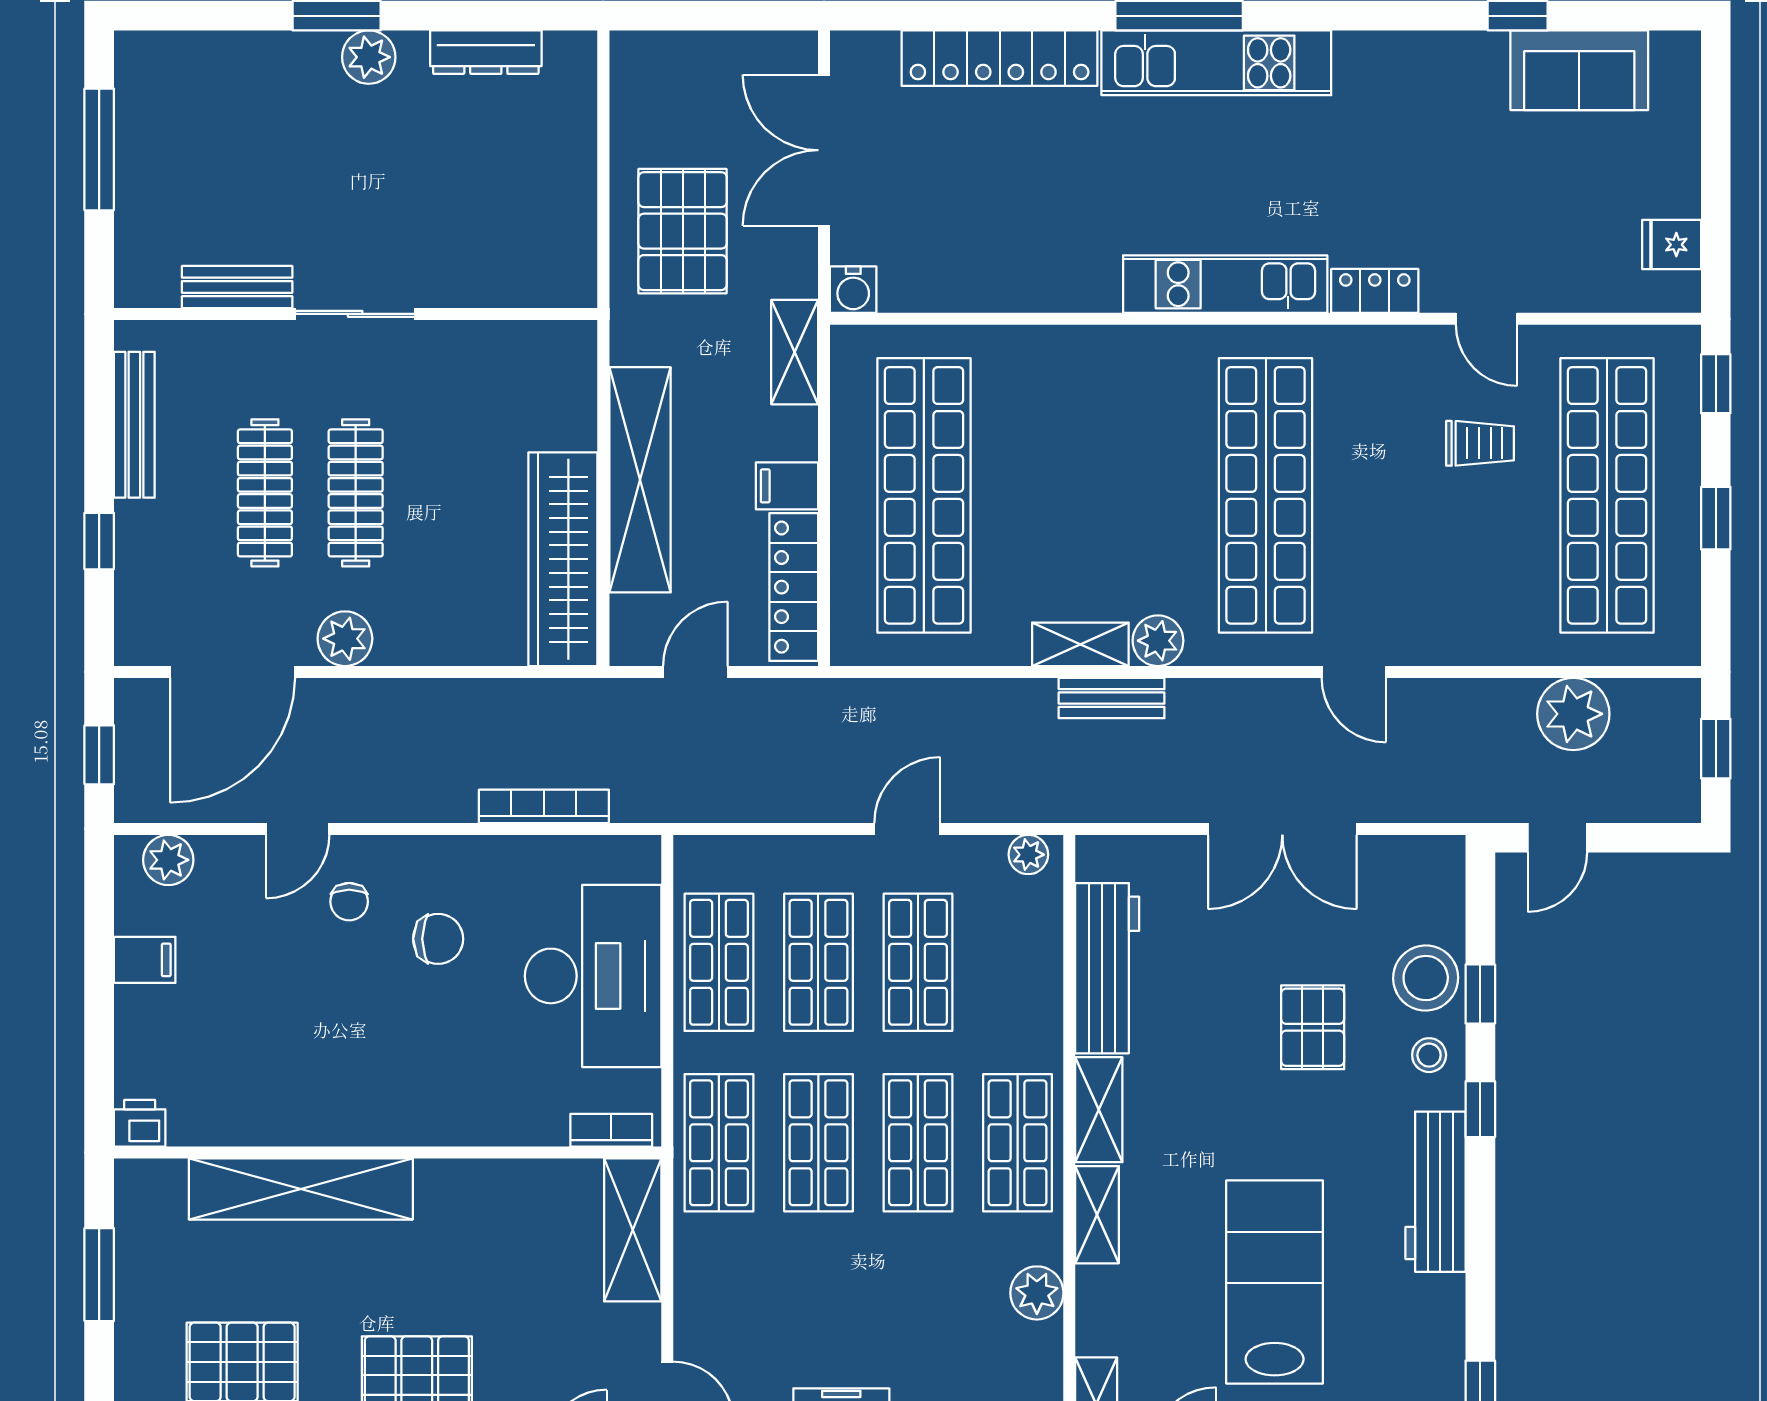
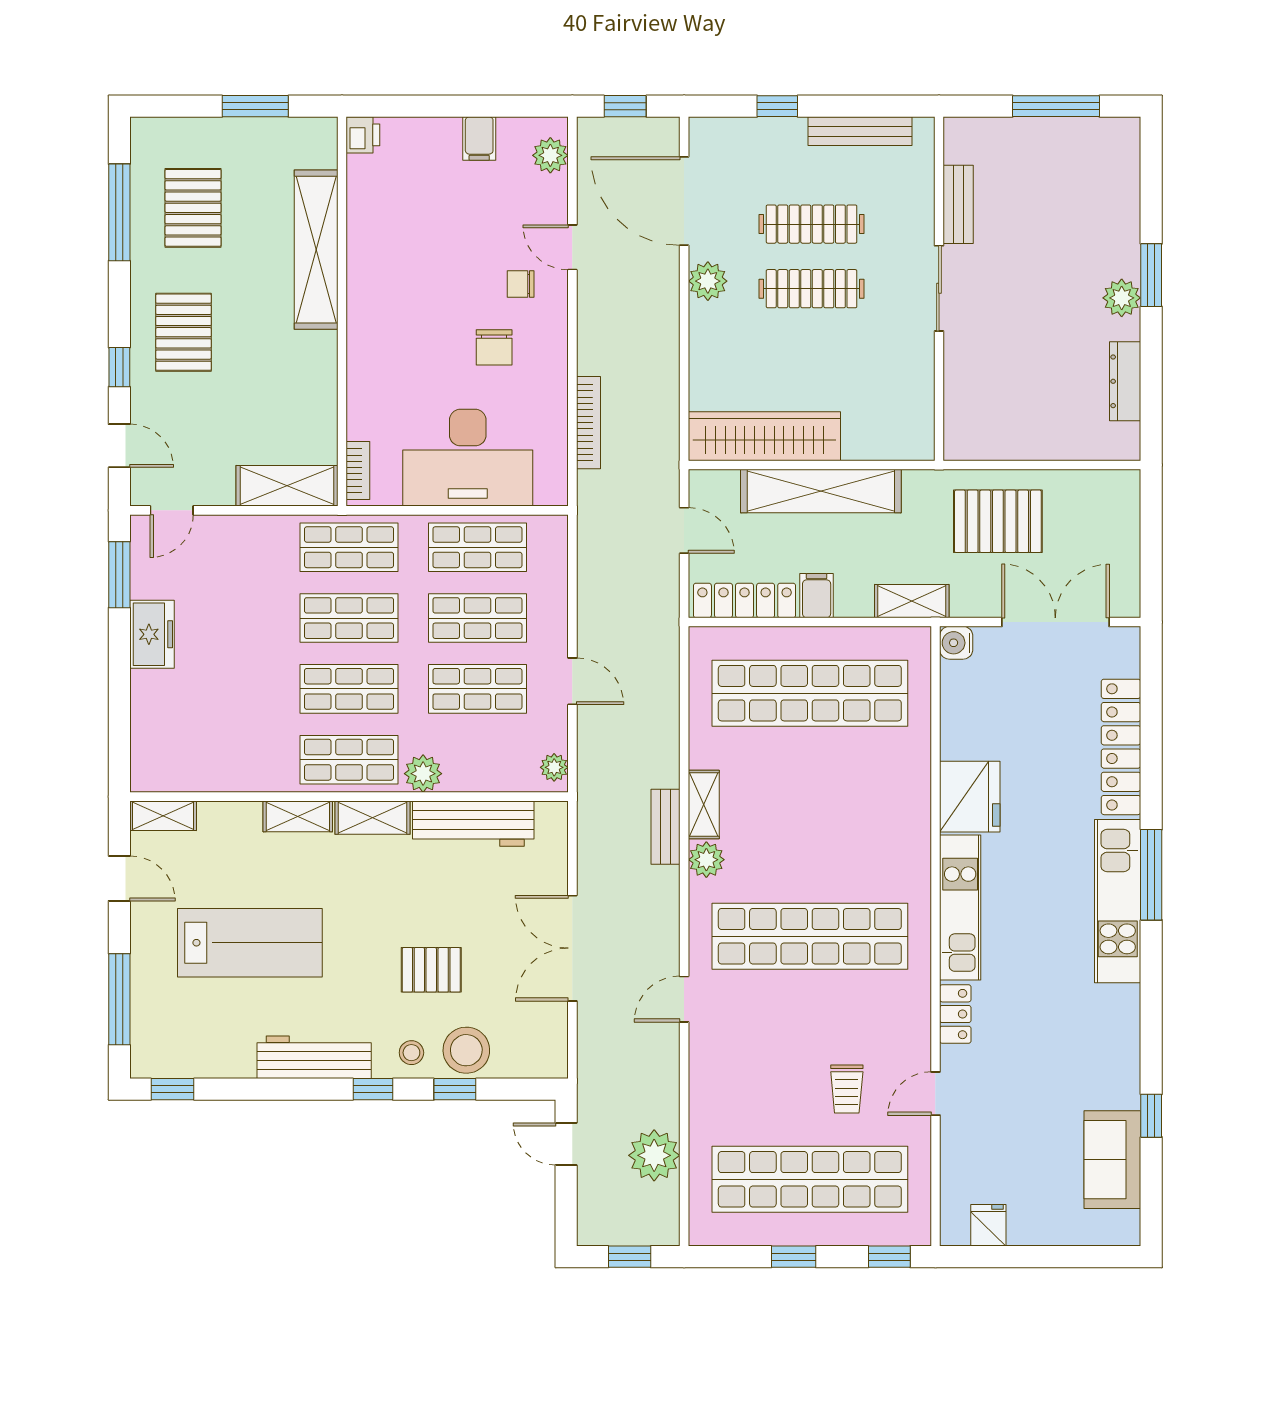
fridge: (1069, 271) -> (970, 797), added
plant: (1037, 1293) -> (423, 774), moved

